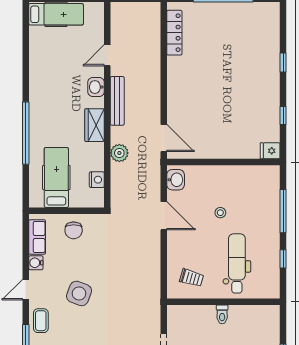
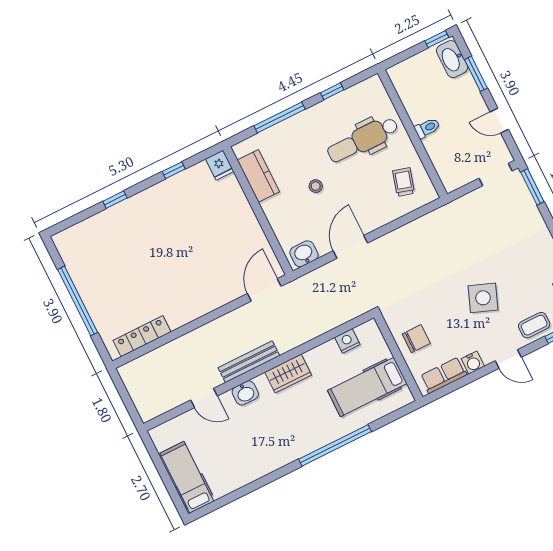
plant: (119, 153) -> (305, 331), removed
kitchen counter: (248, 175) -> (258, 176), added

